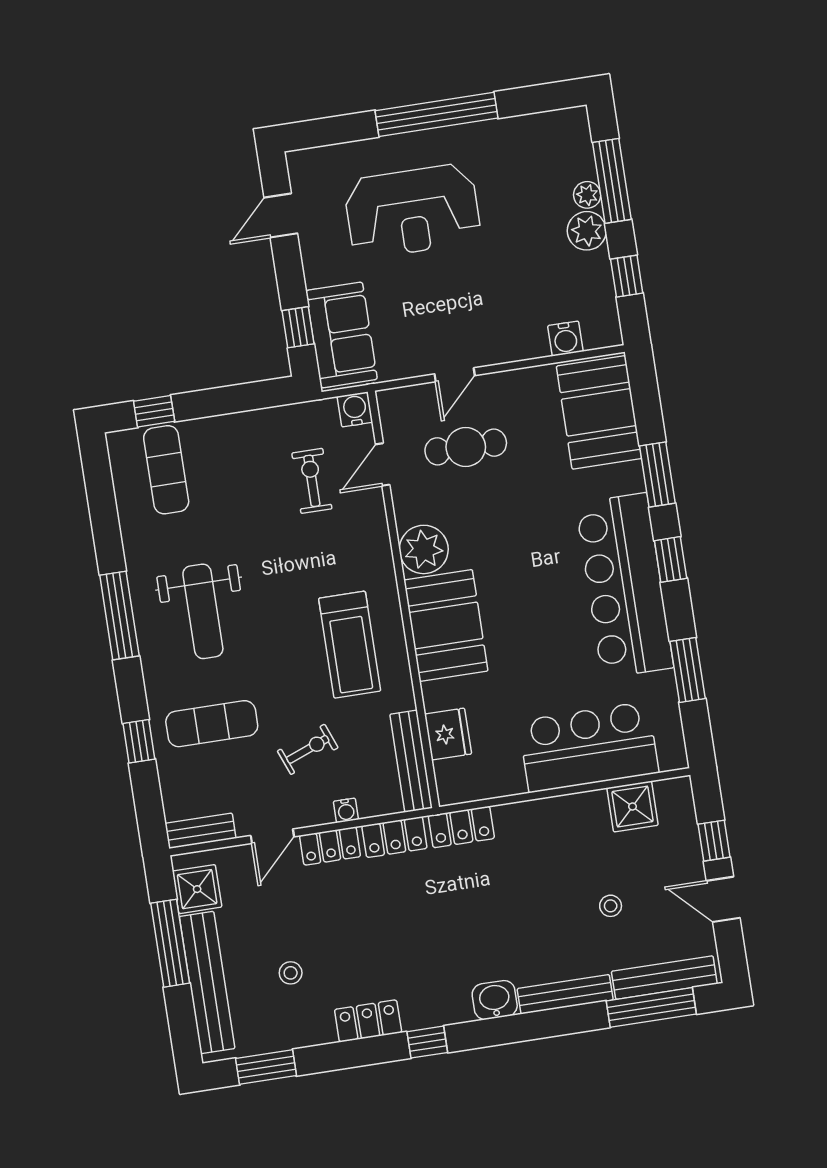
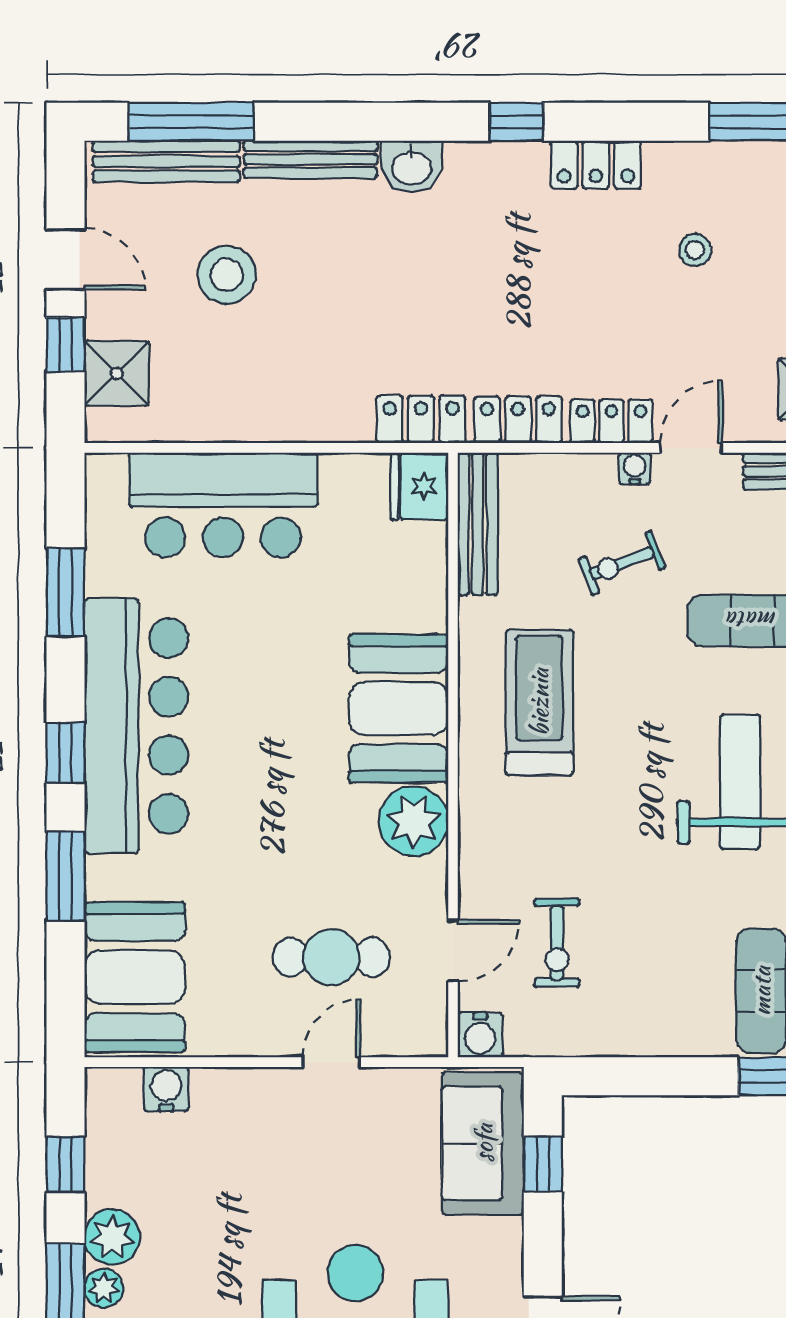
fridge: (448, 734) -> (419, 486), moved
shower: (633, 807) -> (117, 373), moved
water cooler: (346, 810) -> (635, 468), moved
stool: (611, 906) -> (227, 275), width x1.89, depth x1.89

